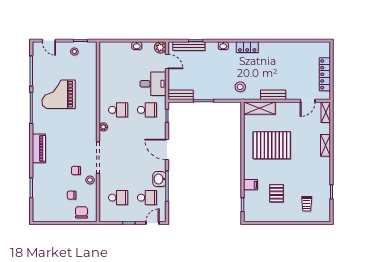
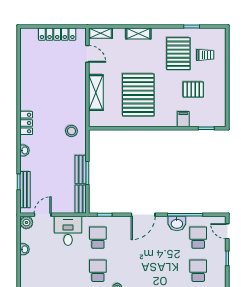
bench: (273, 95) -> (81, 169), moved
shelving: (259, 108) -> (96, 93), moved
pallet: (308, 180) -> (178, 54), added

